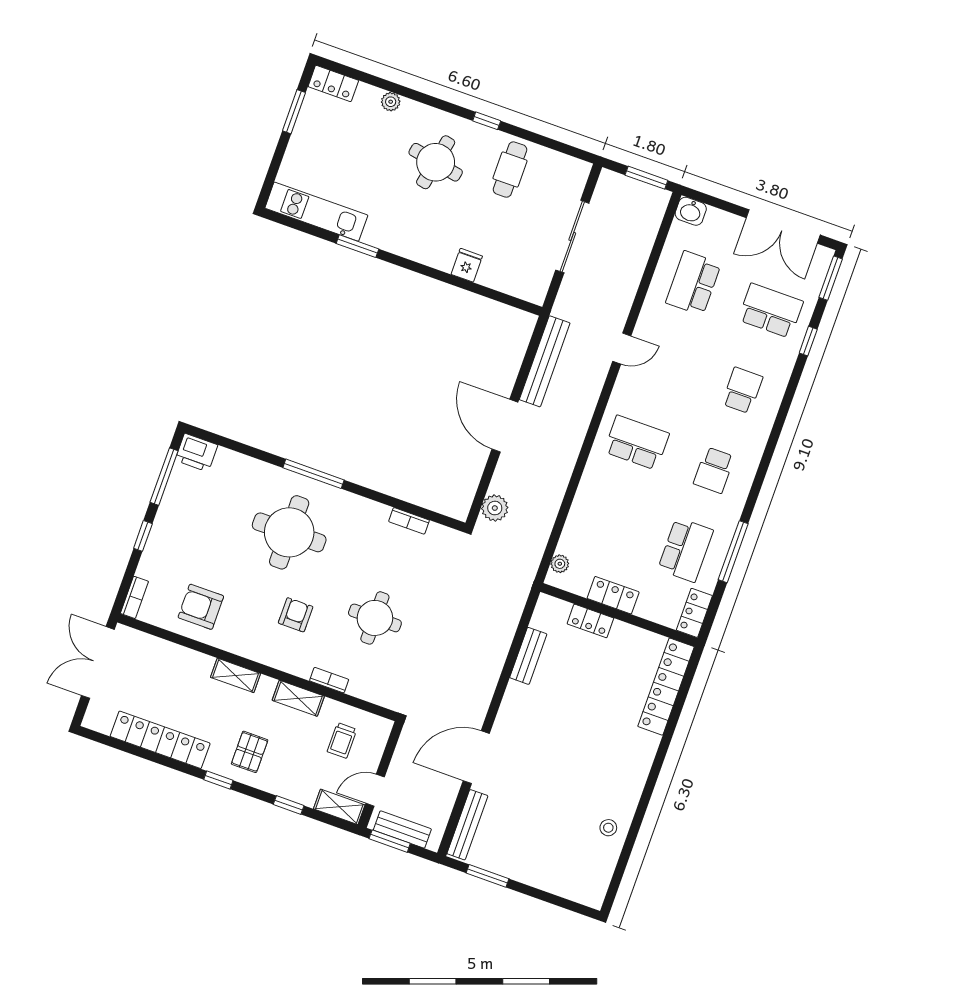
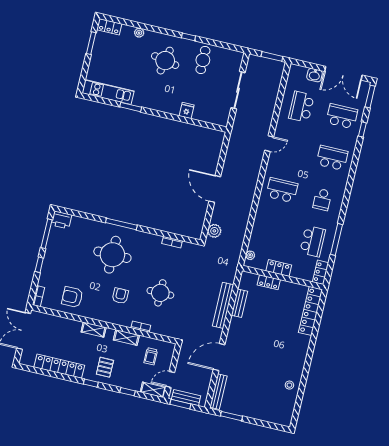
washbasin: (691, 211) -> (314, 75), moved
bench: (545, 361) -> (223, 305), moved
school desk: (742, 390) -> (332, 158), width x1.85

